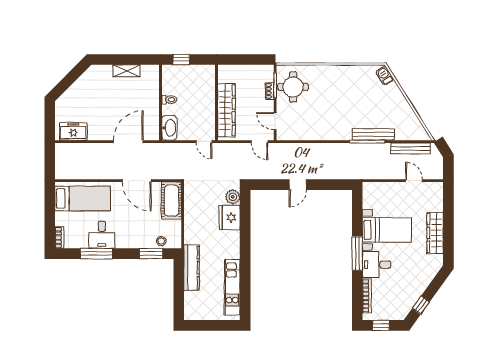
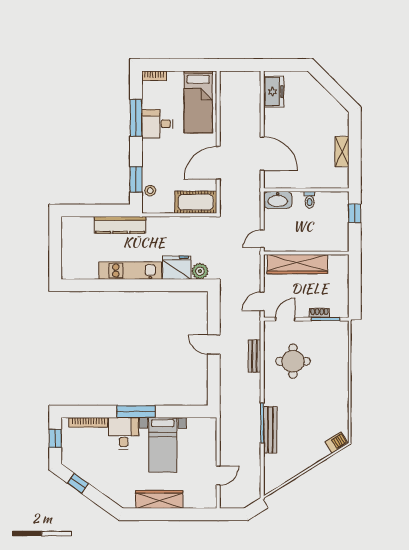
round table: (293, 87) -> (293, 361), moved
bench: (410, 148) -> (255, 356), moved, width x0.73
kitchen unit: (232, 287) -> (130, 271), moved

